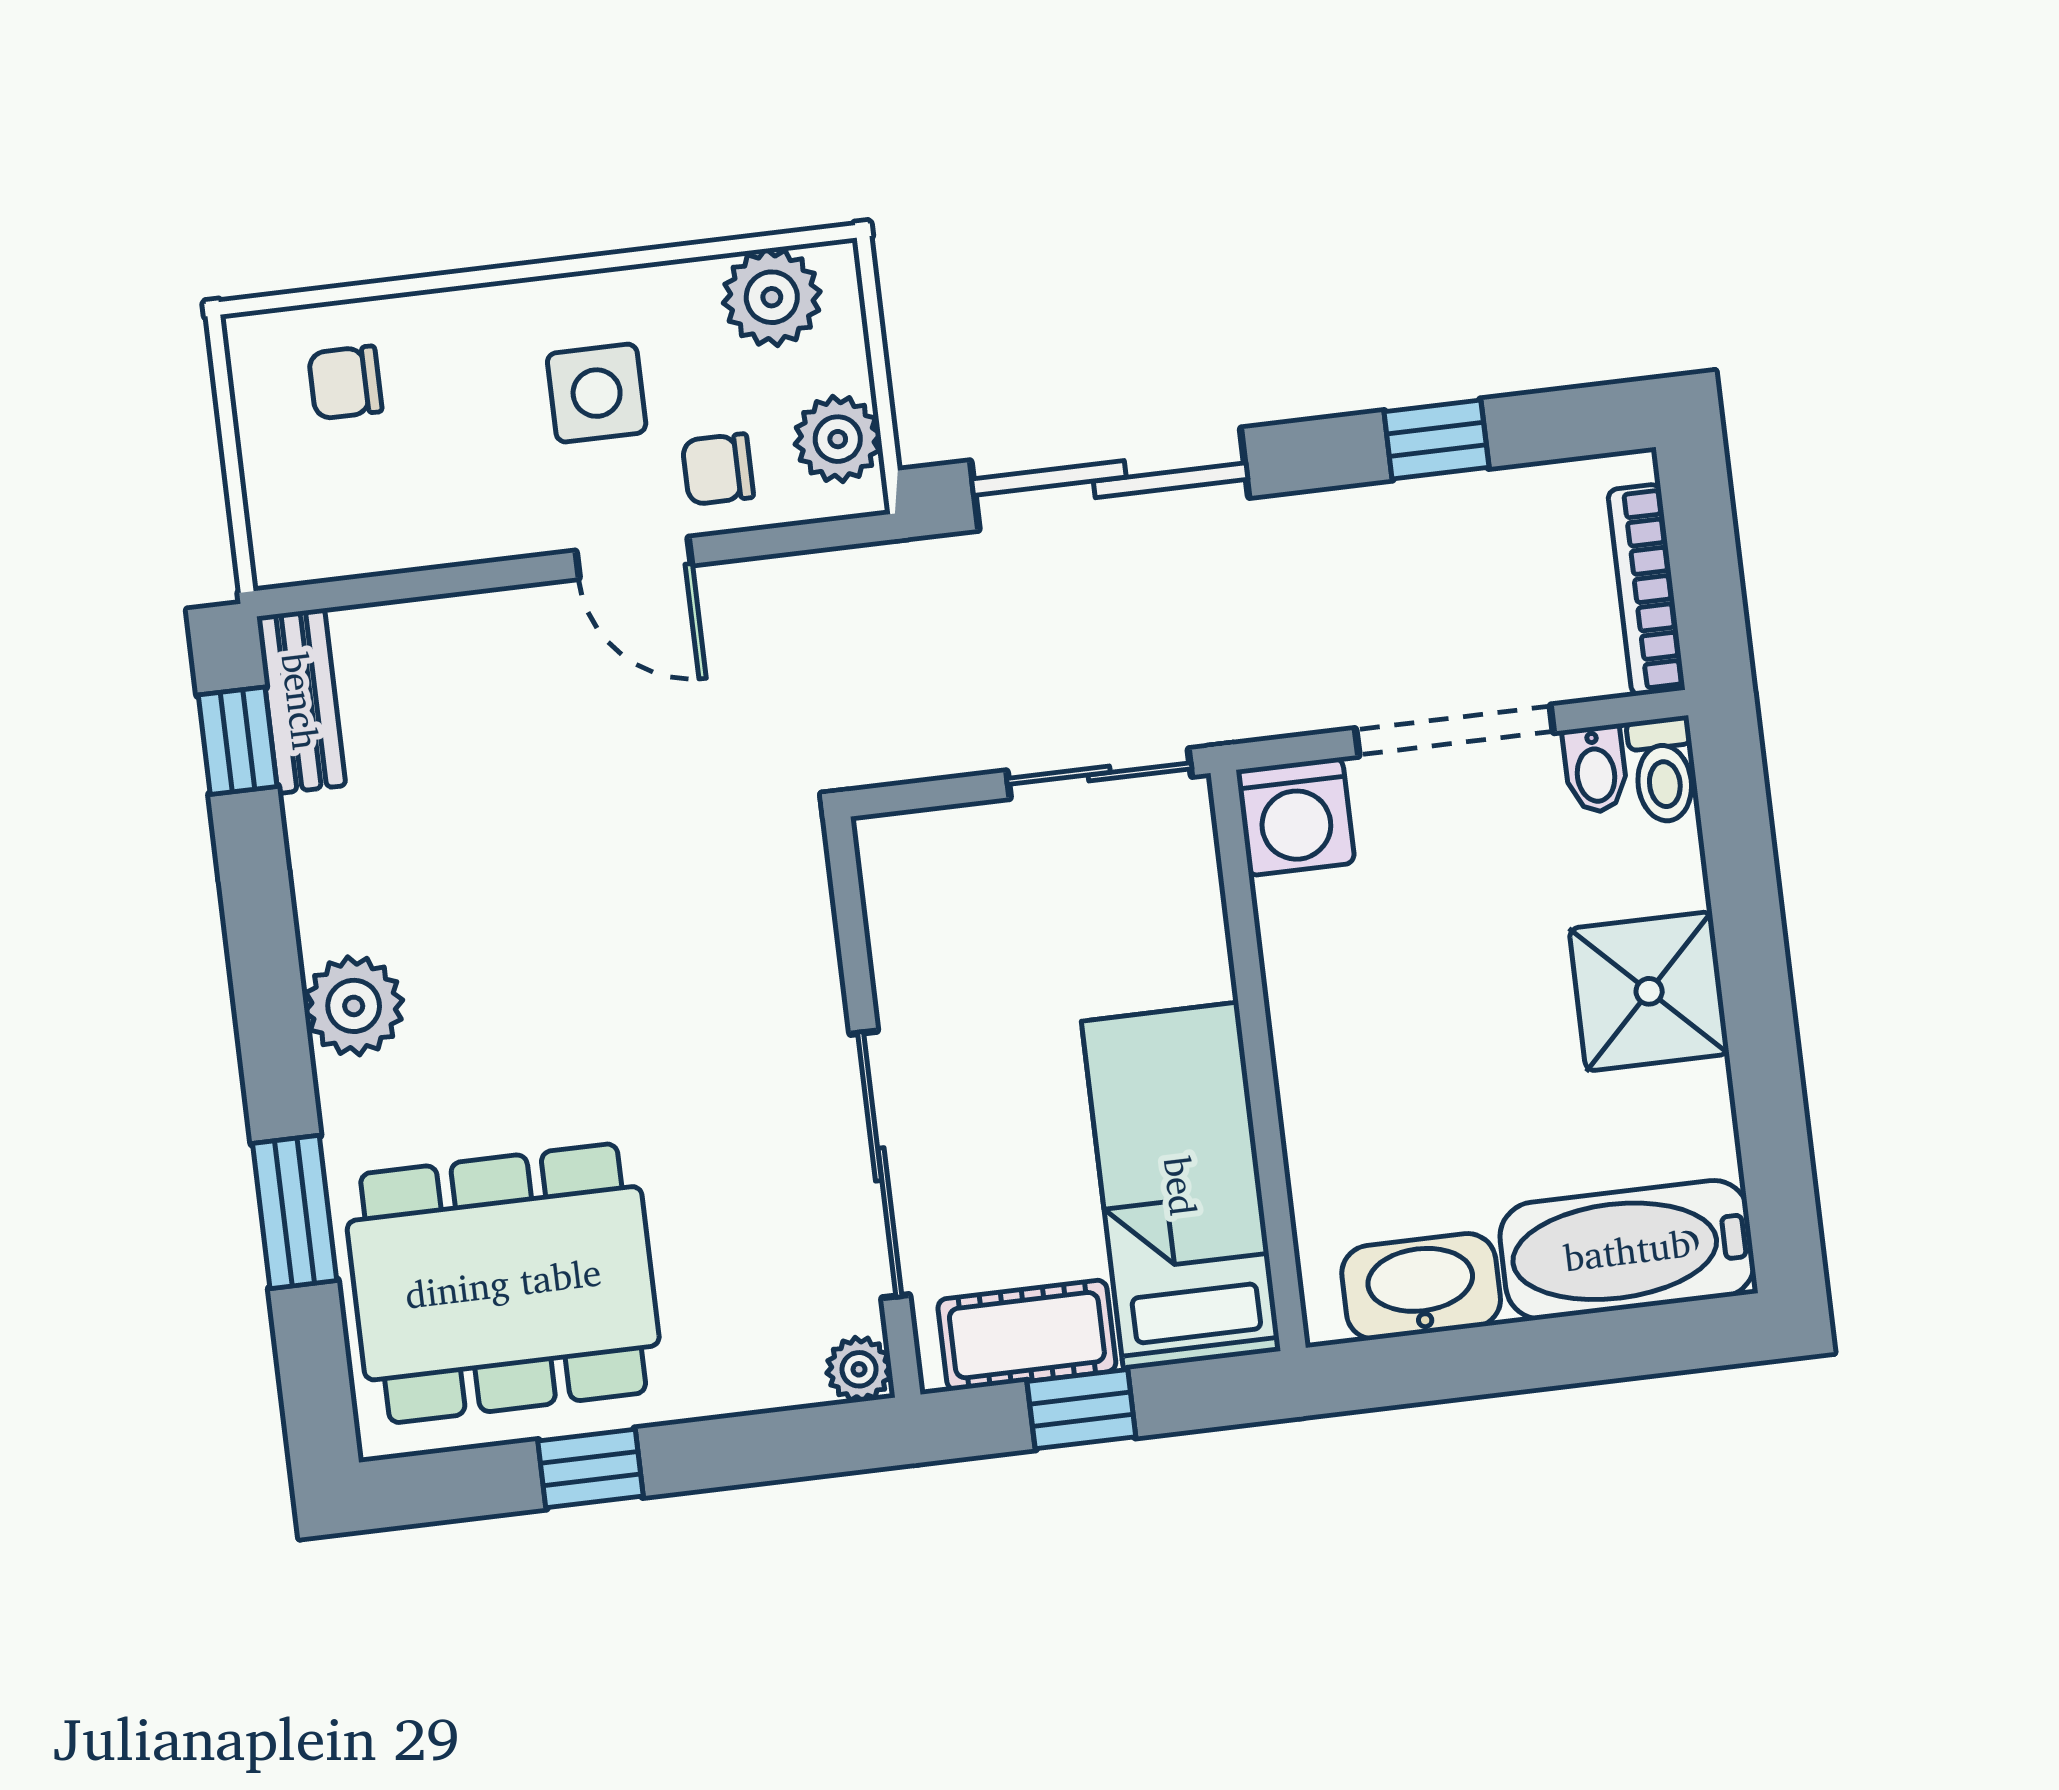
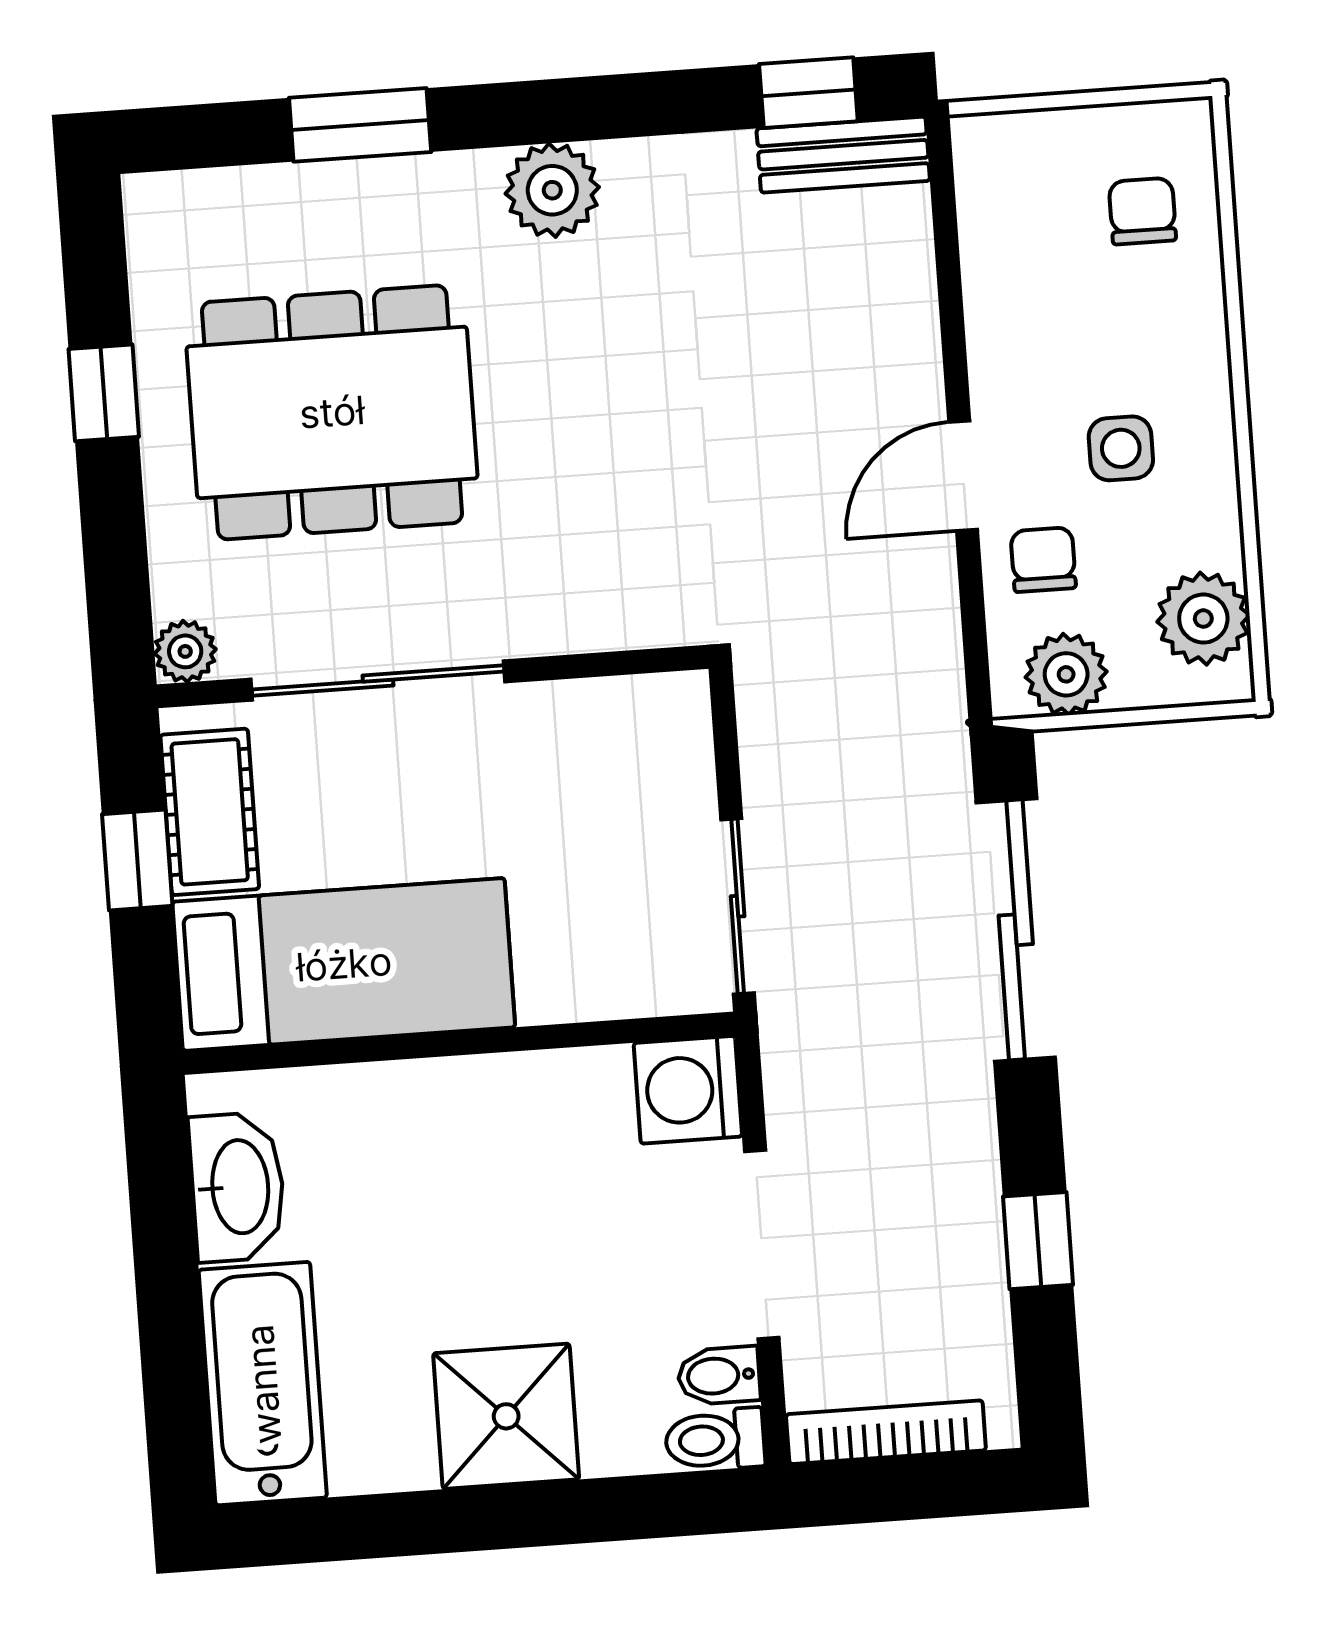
side table: (597, 393) -> (1121, 448), width x0.73, depth x0.73
dining table: (503, 1283) -> (332, 412), moved, turned 90

